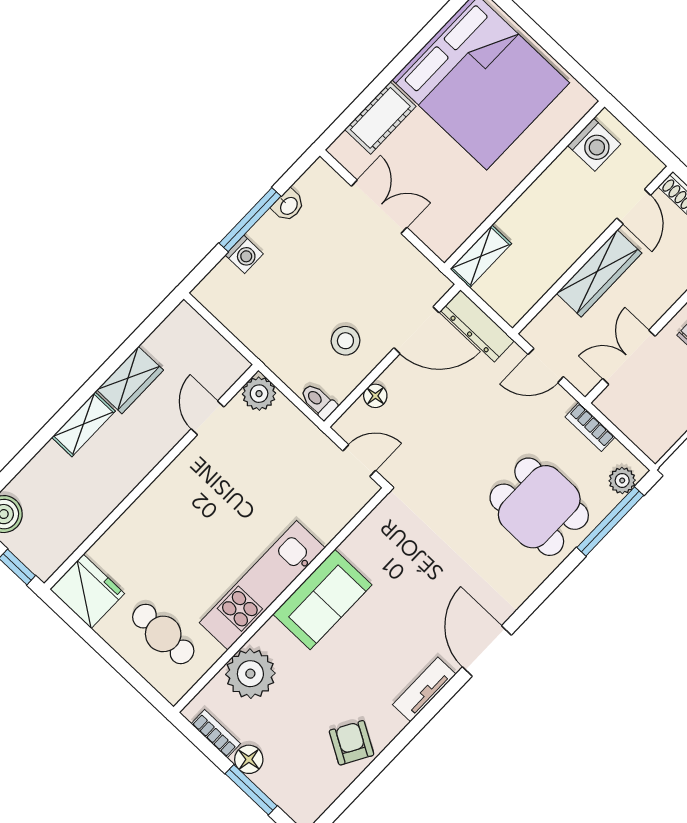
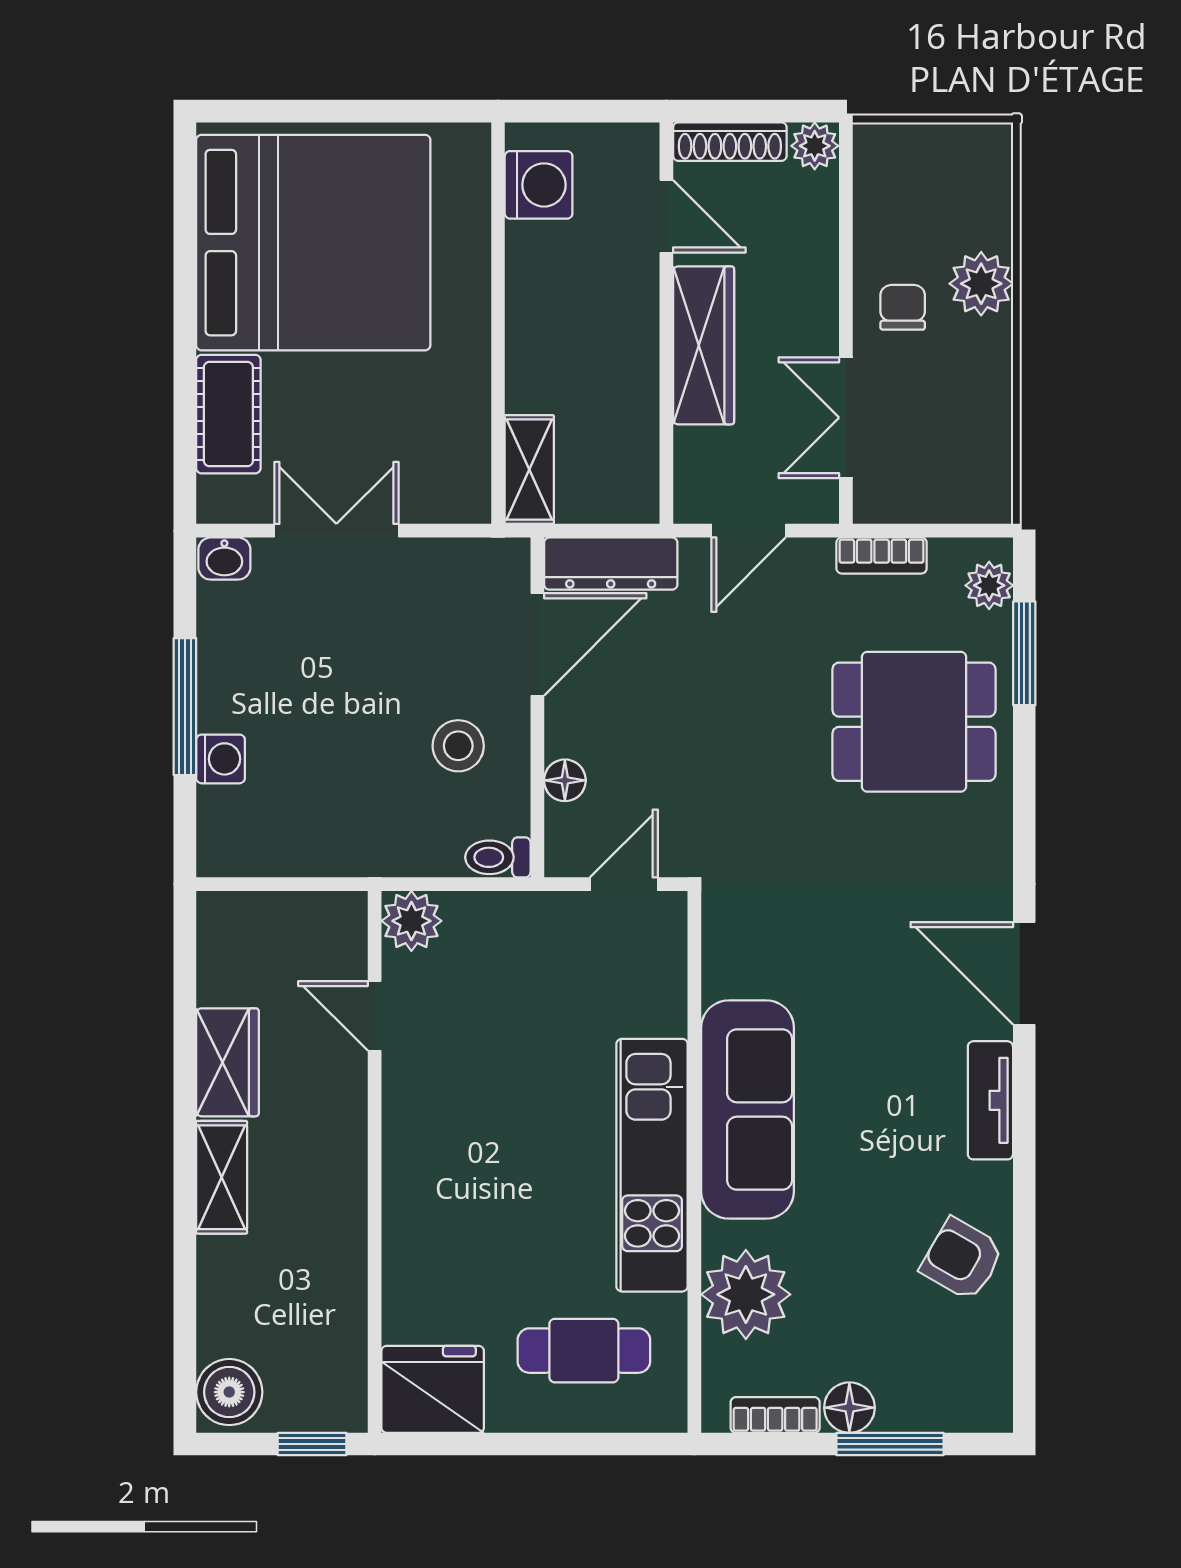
washbasin: (288, 205) -> (224, 559), moved, turned 90
window: (610, 521) -> (1024, 653), width x0.69
sofa: (322, 599) -> (748, 1110), width x1.36

